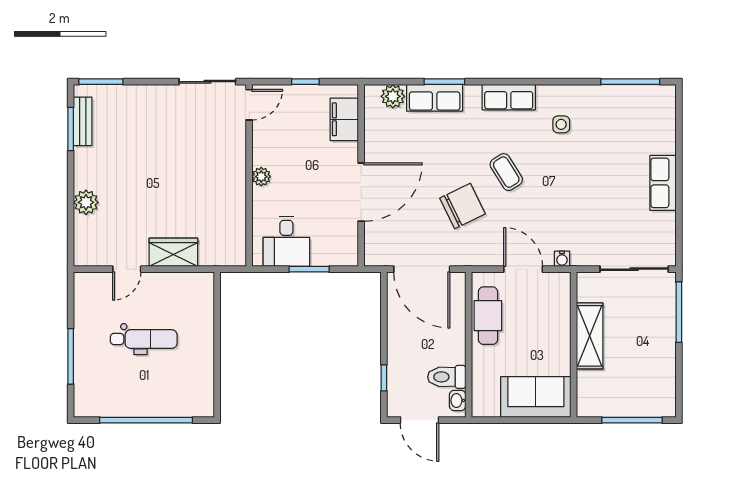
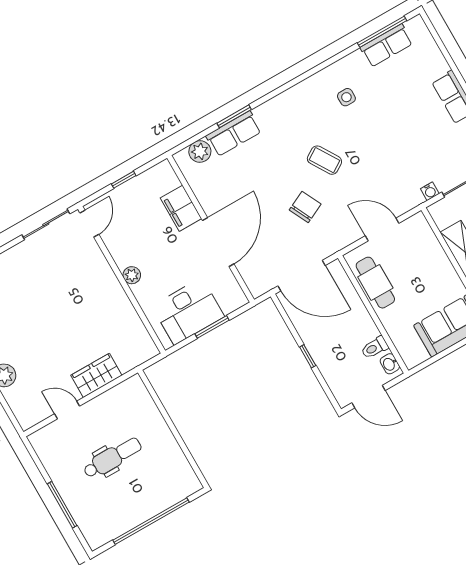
row of seats: (509, 97) -> (386, 45), moved
filing cabinet: (344, 119) -> (181, 208), moved
chair: (462, 206) -> (305, 207), width x0.73, depth x0.73
desk: (286, 241) -> (188, 311), width x1.37
water cooler: (562, 259) -> (430, 191), moved
door: (127, 269) -> (67, 410), swing flipped
toilet: (447, 377) -> (375, 348), width x0.73, depth x0.72
window: (384, 378) -> (308, 356), moved

